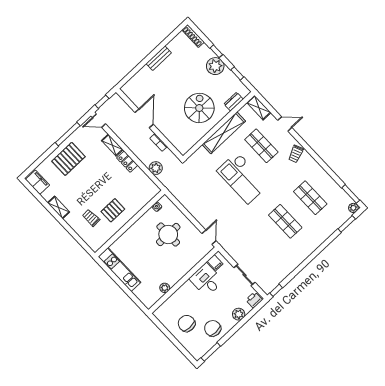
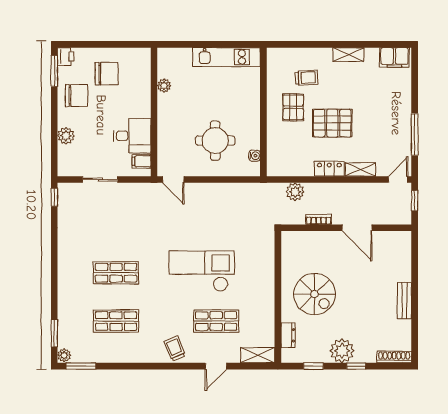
shelving: (224, 133) -> (266, 295), removed
pallet: (68, 159) -> (332, 123), moved, turned 90
printer: (254, 300) -> (66, 57), moved

